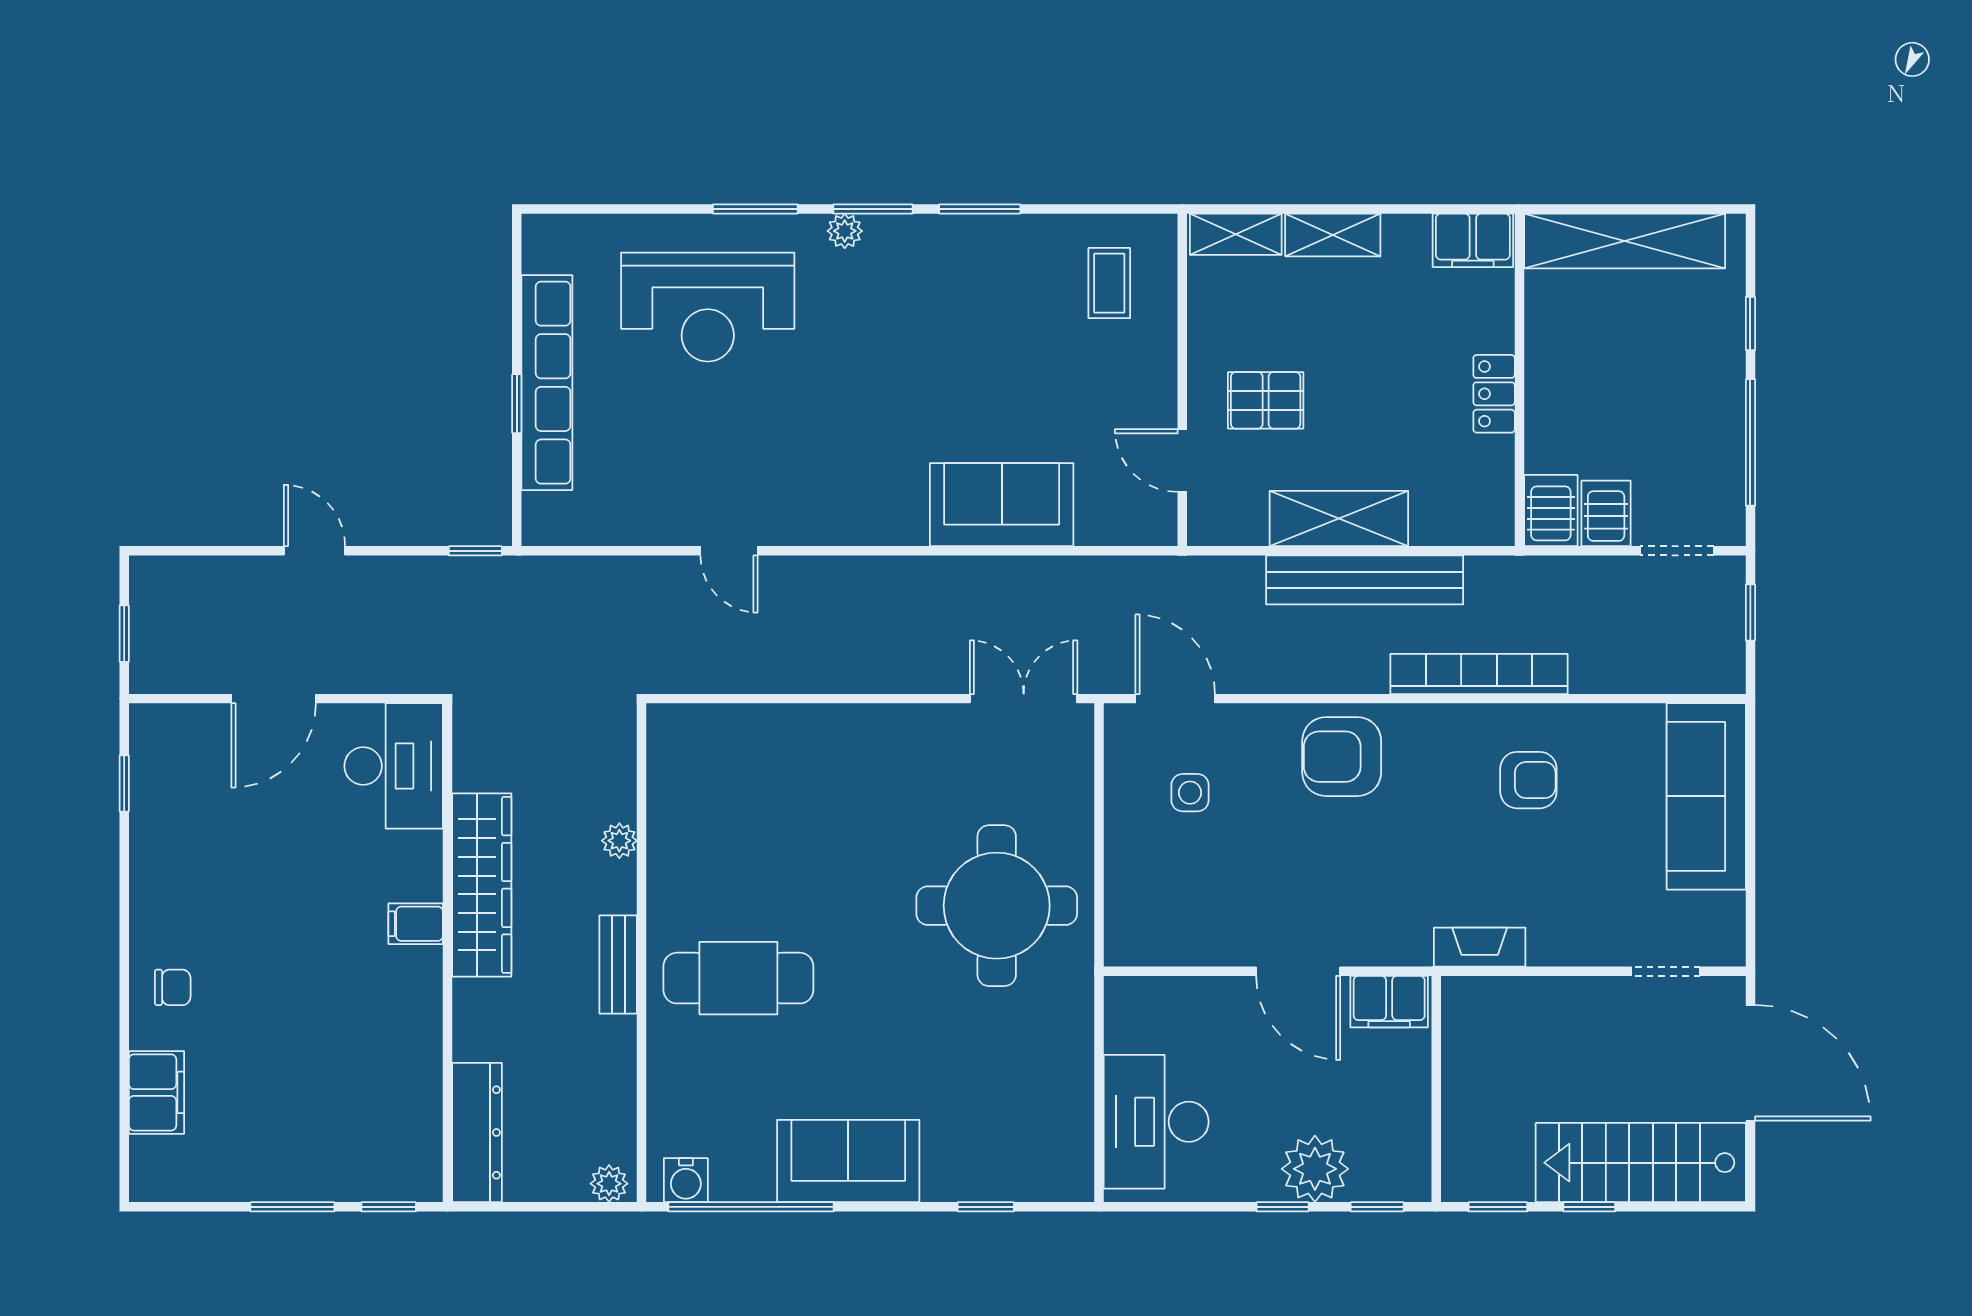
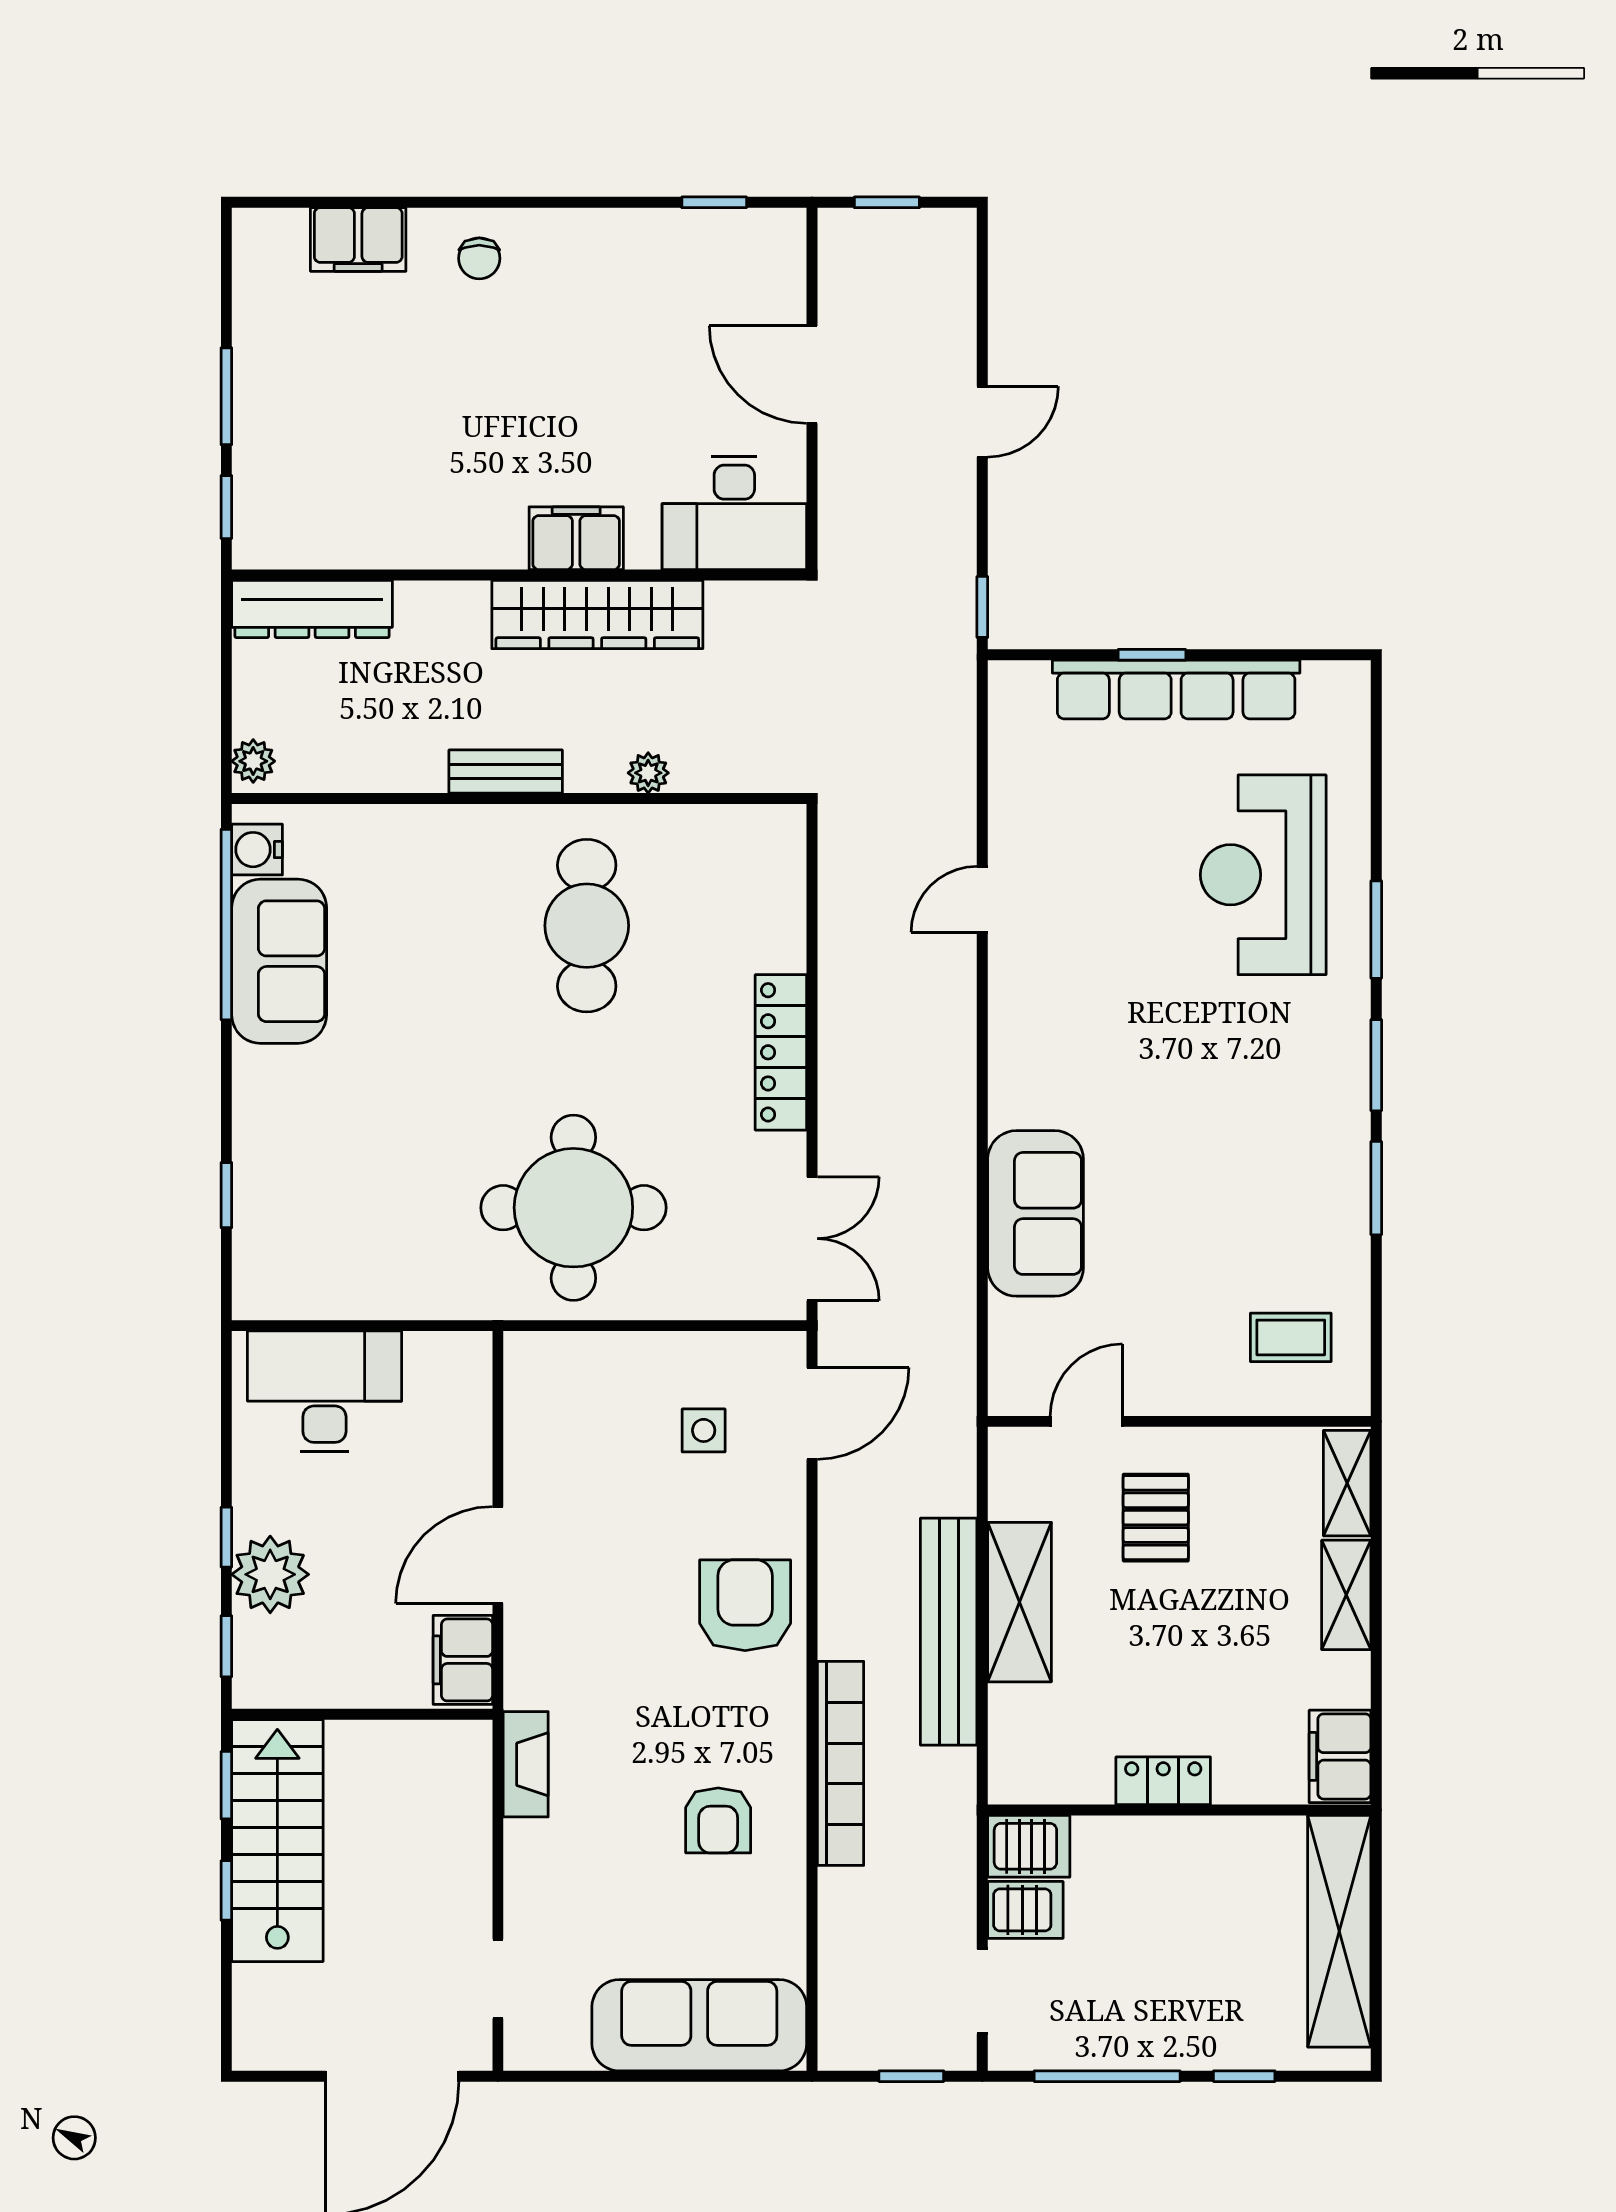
plant: (845, 231) -> (1351, 1033), removed
locker: (862, 726) -> (781, 1052), added
filing cabinet: (416, 924) -> (576, 538), width x2.00
cafe table: (738, 978) -> (587, 926), moved
sofa: (848, 1161) -> (279, 961), moved
stairs: (1641, 1163) -> (277, 1841), moved

